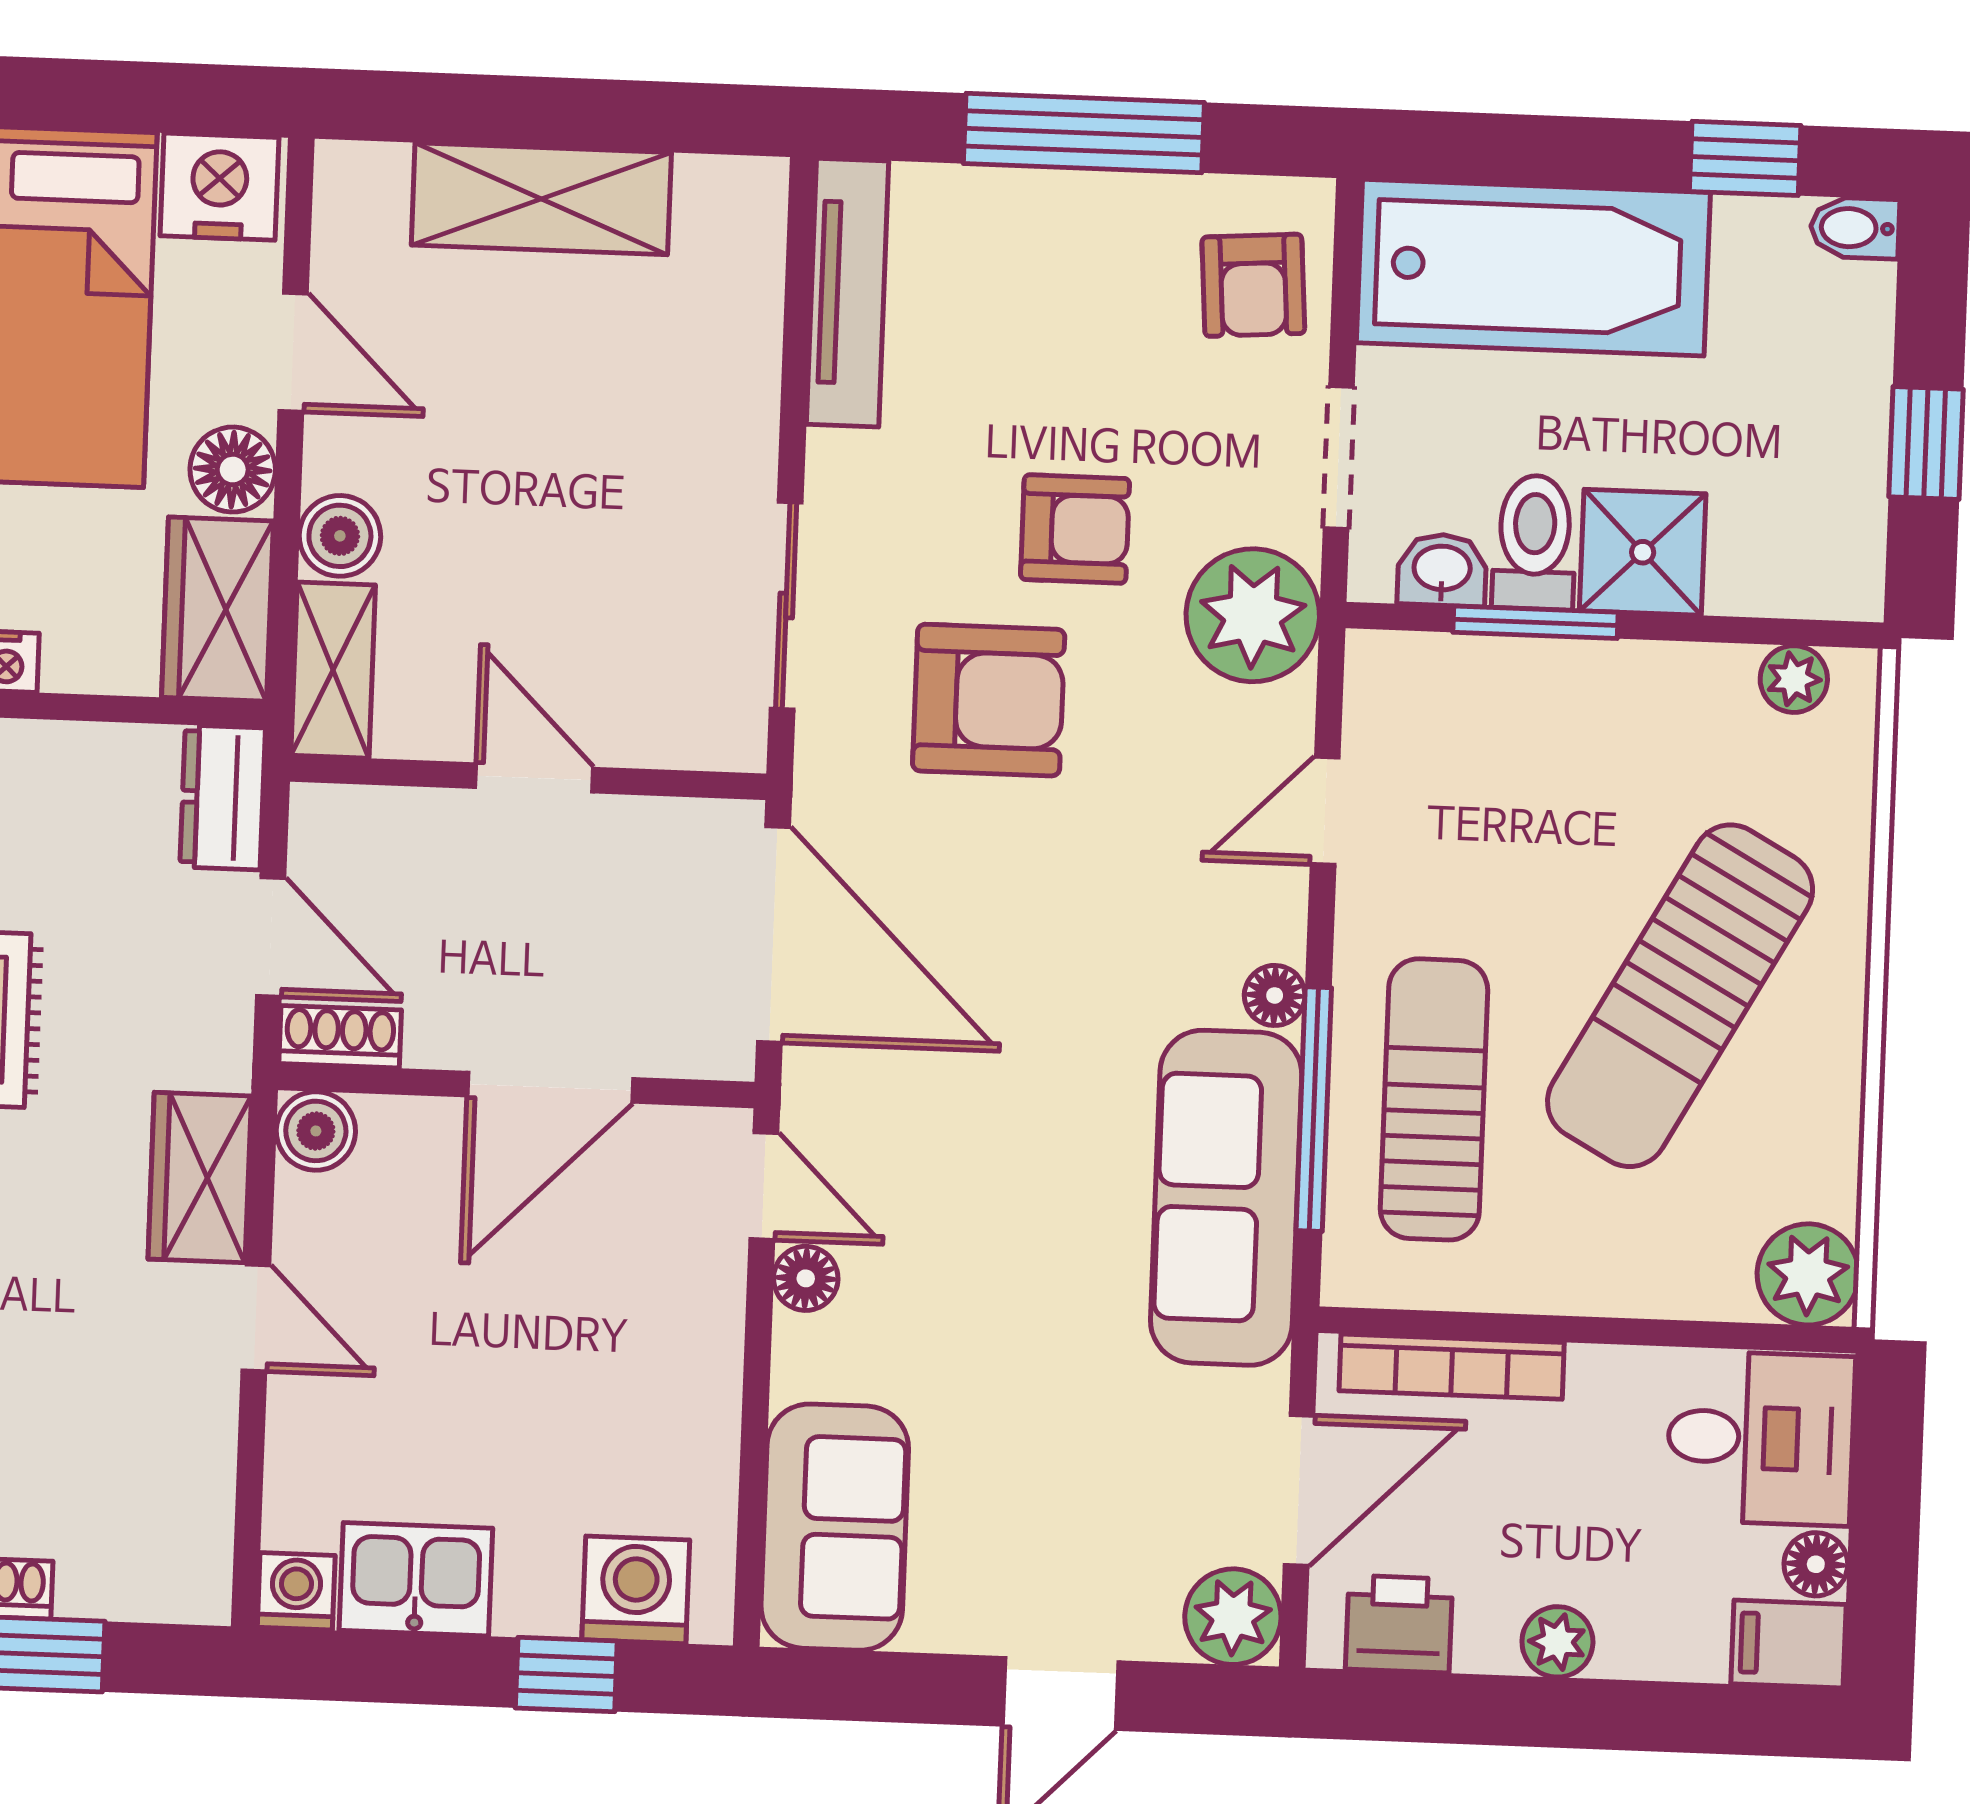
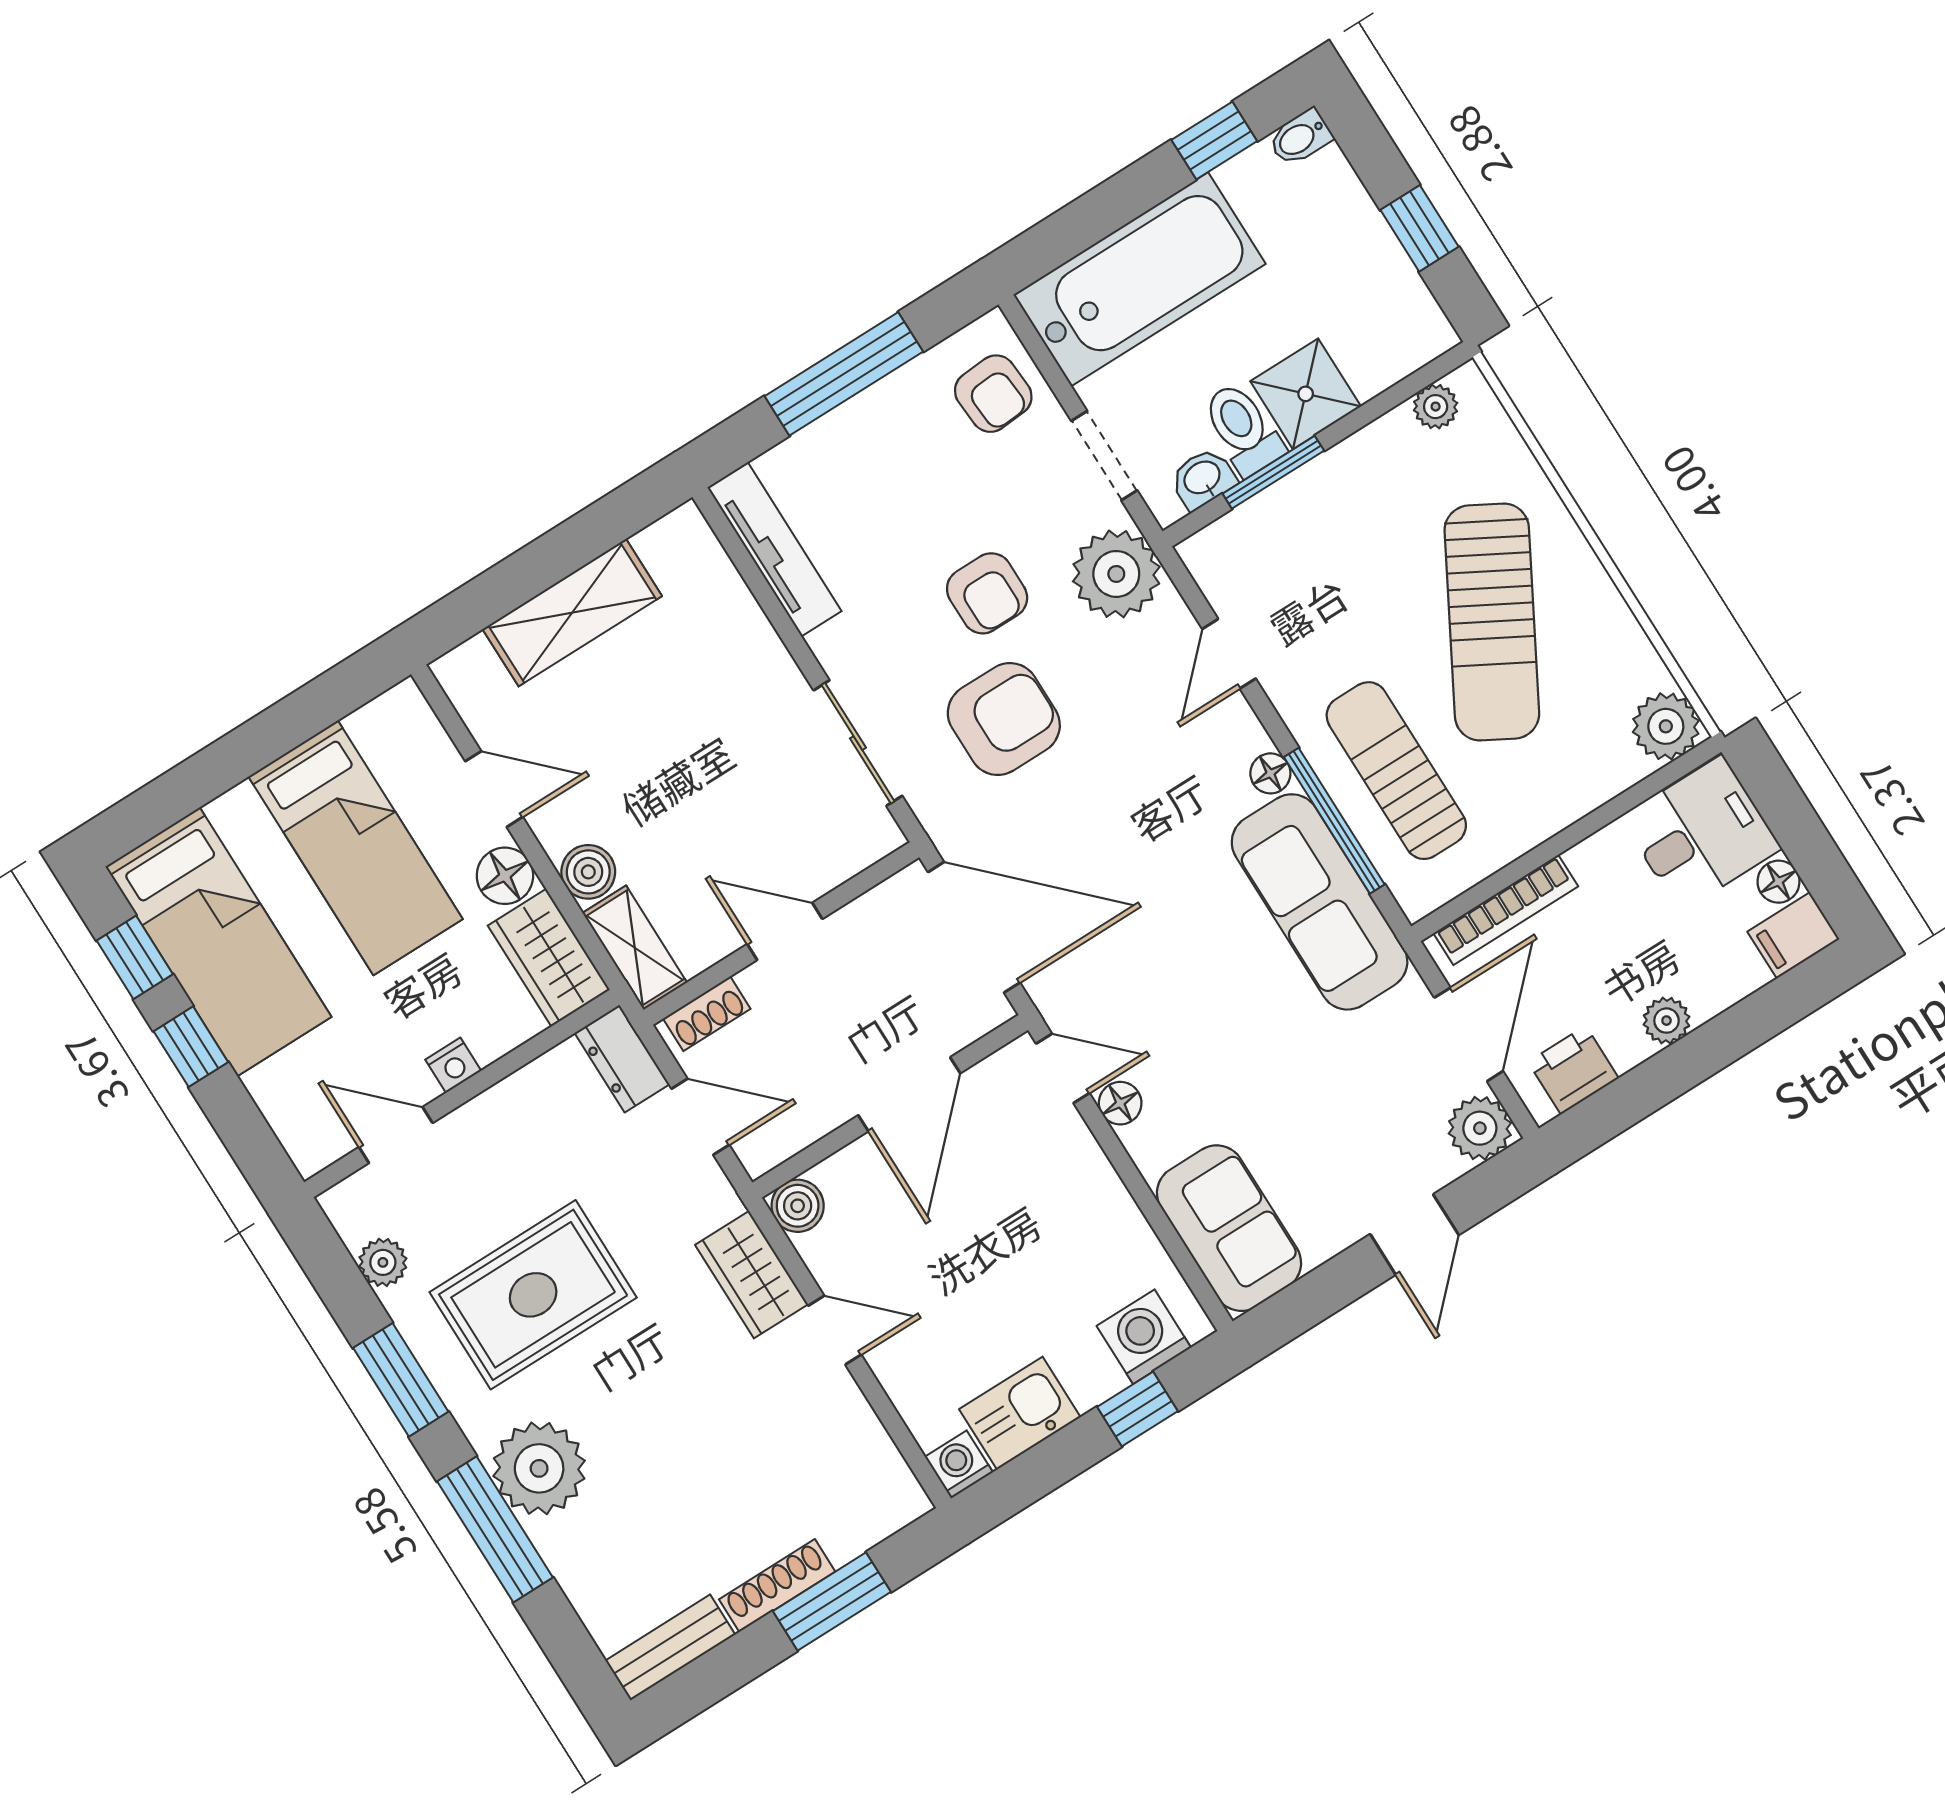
nightstand: (219, 187) -> (392, 726), removed
armchair: (1075, 529) -> (987, 593), turned 90
shoe rack: (340, 1037) -> (707, 1014), moved, turned 180

